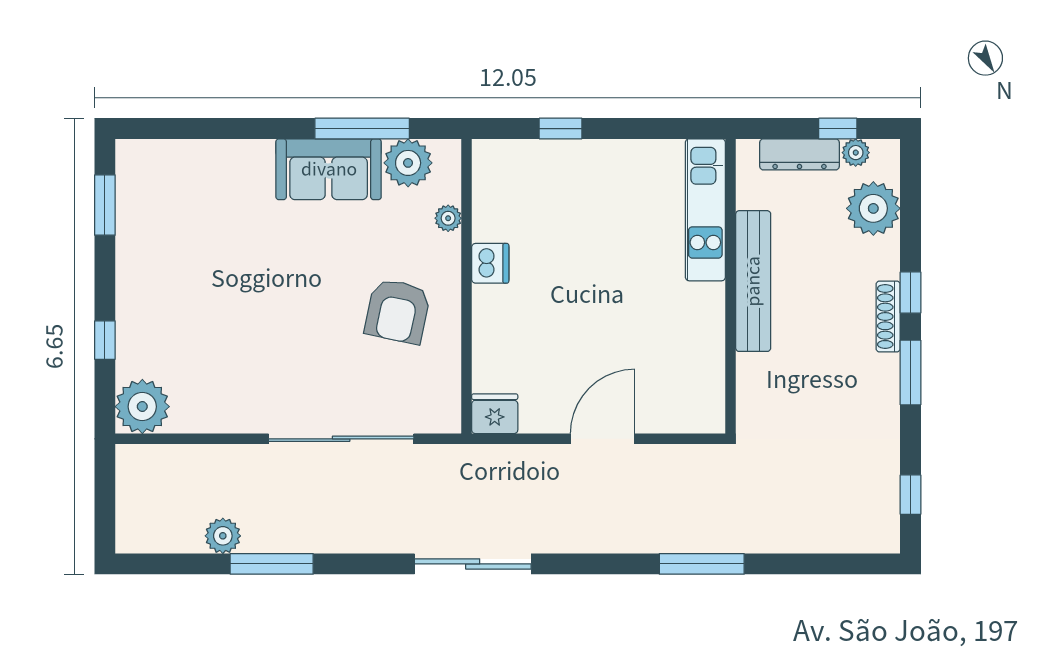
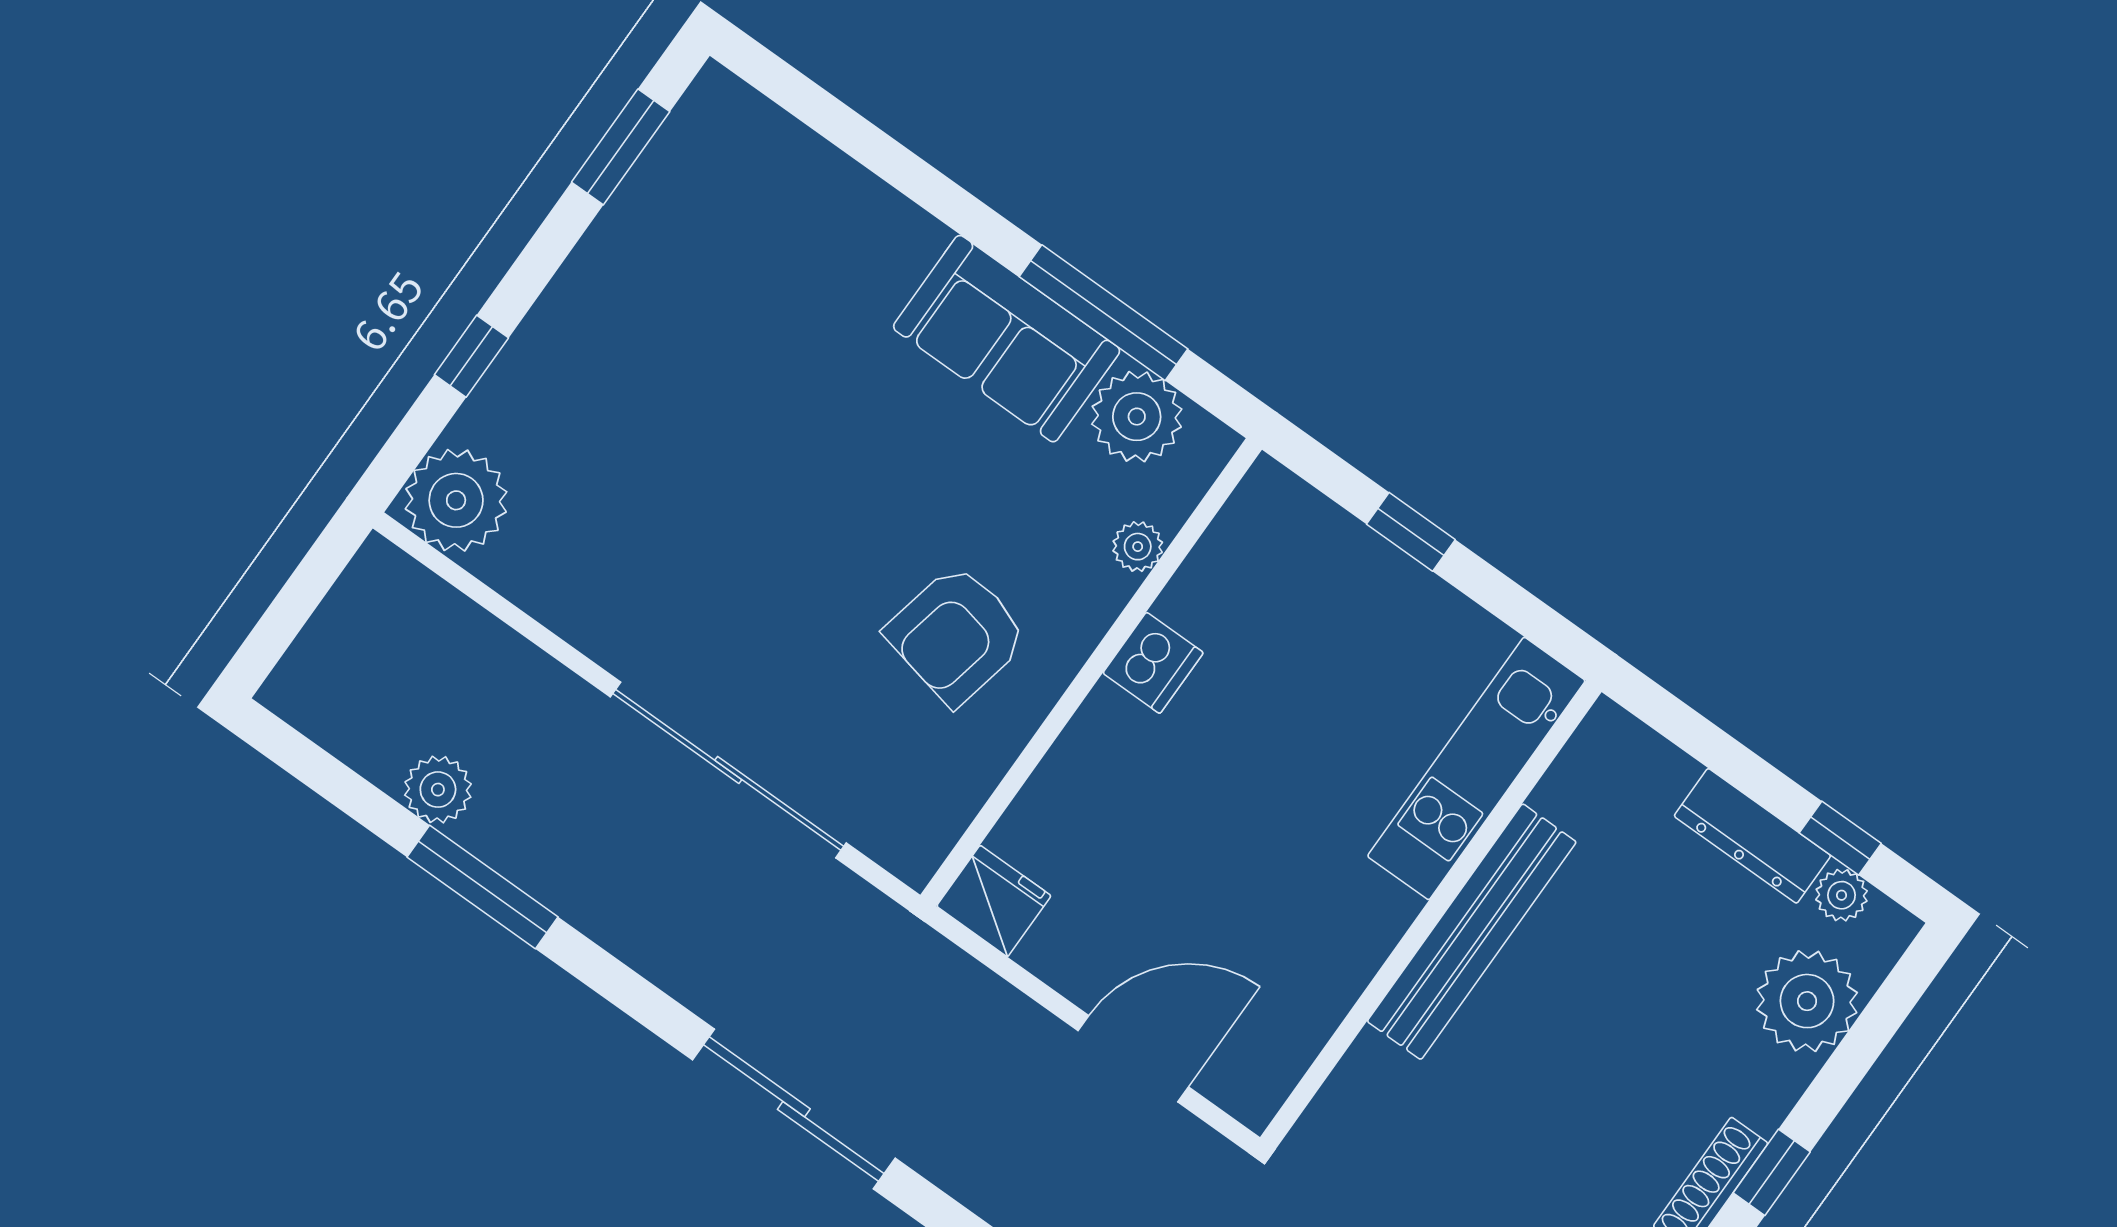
kitchen unit: (705, 210) -> (1476, 768), moved
bench: (753, 281) -> (1472, 932), moved
wall: (731, 286) -> (1431, 915), moved

